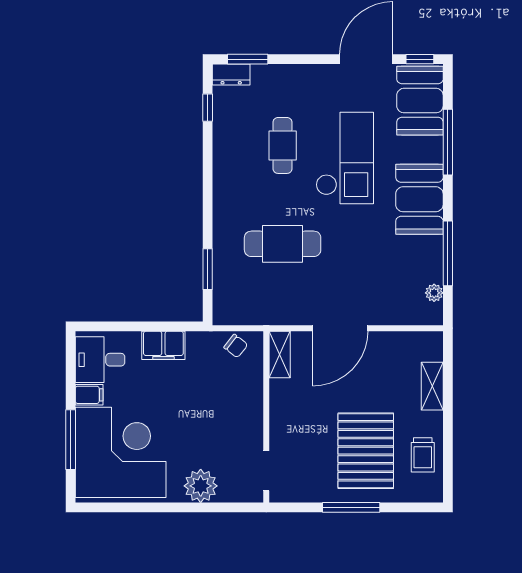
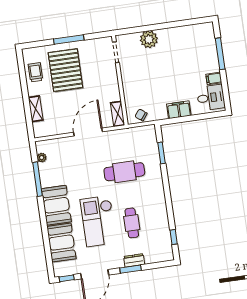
window: (248, 59) -> (130, 269), moved
dresser: (231, 74) -> (134, 260), moved
booth: (420, 101) -> (61, 243), moved
window: (448, 142) -> (46, 237), removed
corner desk: (121, 452) -> (193, 51), removed

